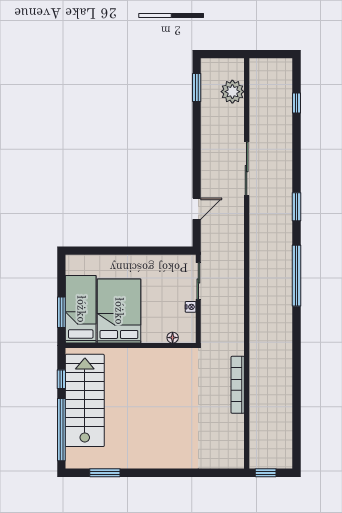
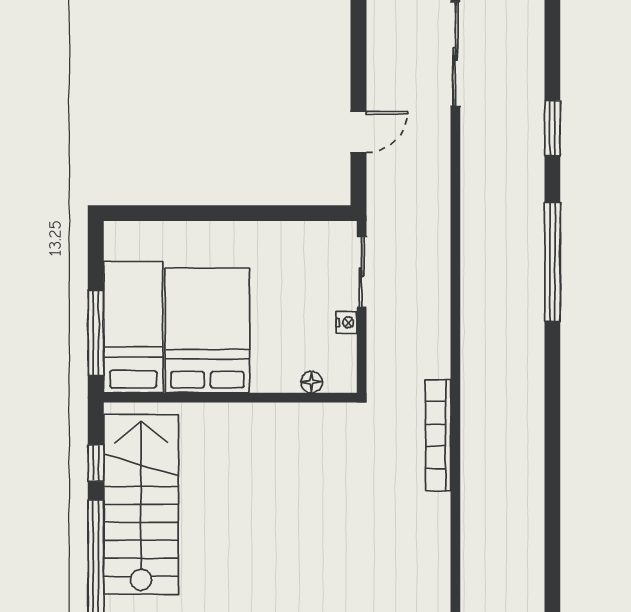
window: (61, 312) -> (96, 333), width x1.44
bookcase: (238, 385) -> (438, 435), moved

